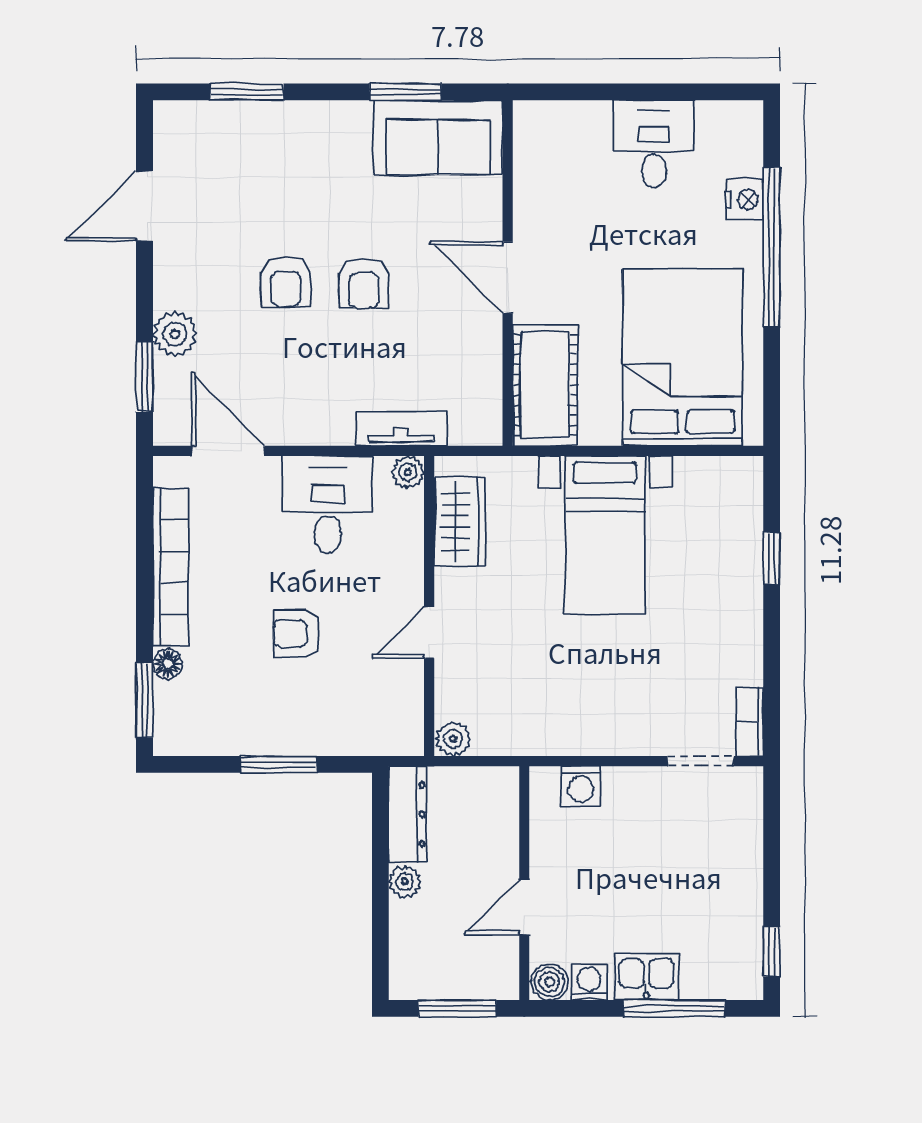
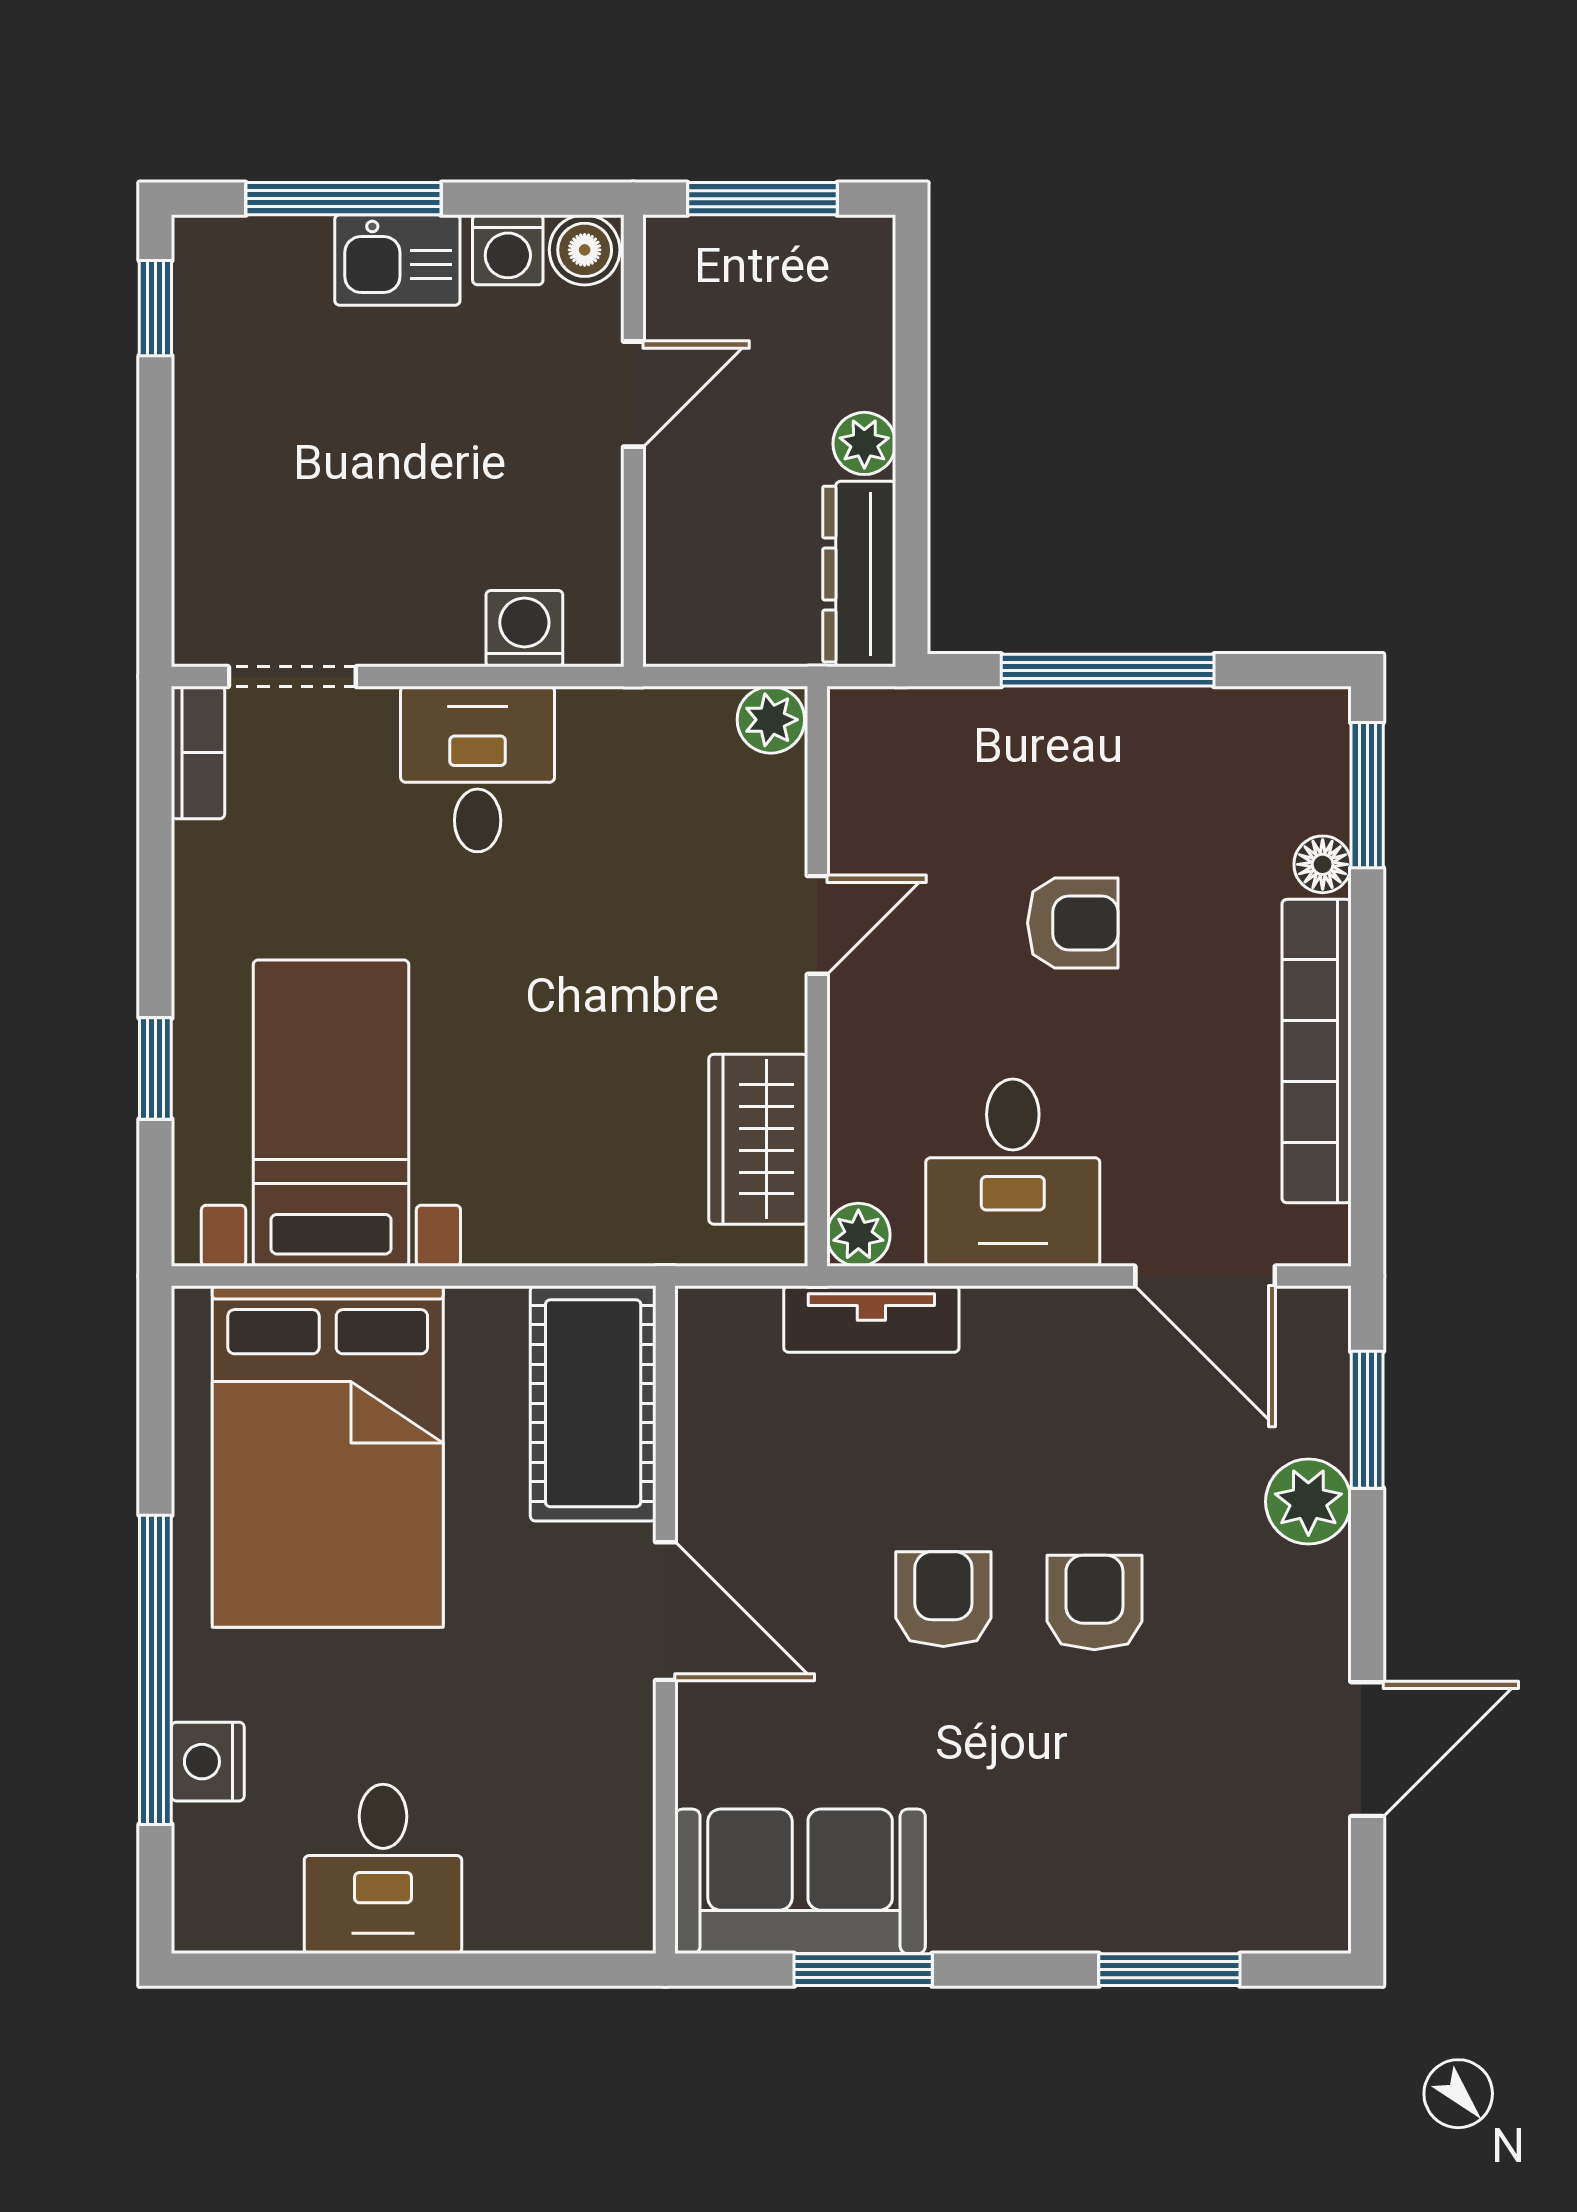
bed with nightstands: (605, 535) -> (331, 1113), moved
desk: (605, 713) -> (478, 769), added
window: (279, 764) -> (1108, 670), width x1.44

